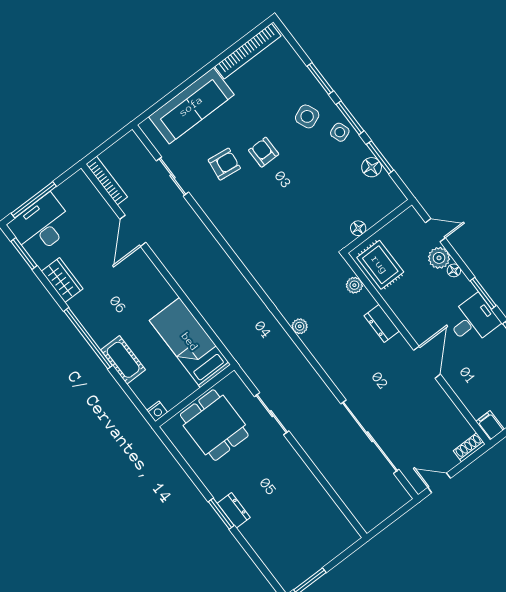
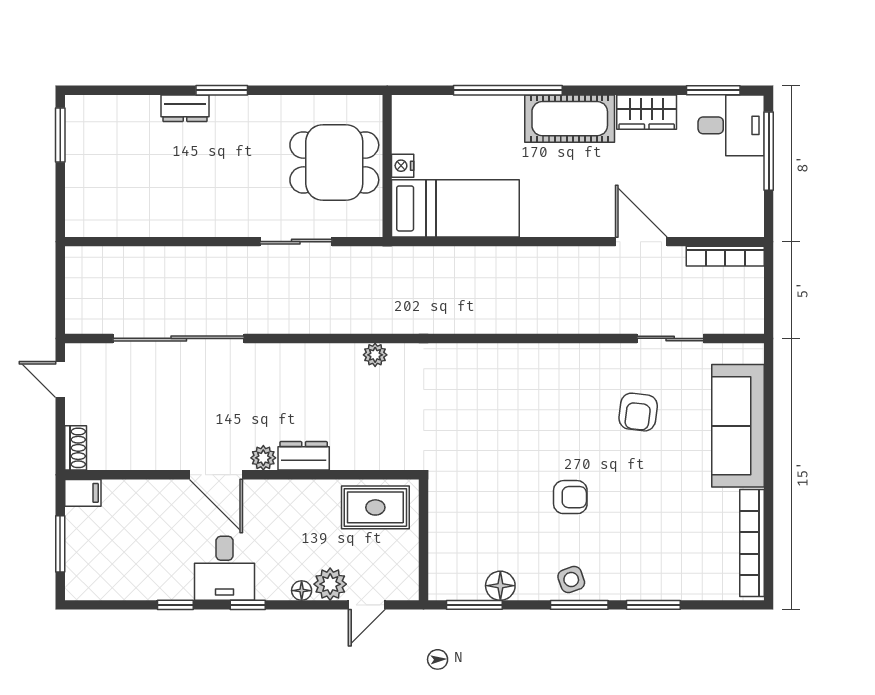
side table: (307, 116) -> (620, 555), removed
armchair: (264, 152) -> (570, 497), moved
window: (380, 157) -> (474, 605), moved
desk: (41, 225) -> (731, 125), width x0.73
floor lamp: (358, 228) -> (439, 514), removed
plant: (354, 285) -> (263, 458), moved
window: (483, 293) -> (248, 605), width x0.67
window: (88, 338) -> (508, 90), moved
cot: (123, 360) -> (570, 119), moved, width x1.37, depth x1.34
nightstand: (157, 411) -> (403, 166), moved
door: (439, 483) -> (60, 380), swing flipped
dresser: (234, 510) -> (185, 108), moved

